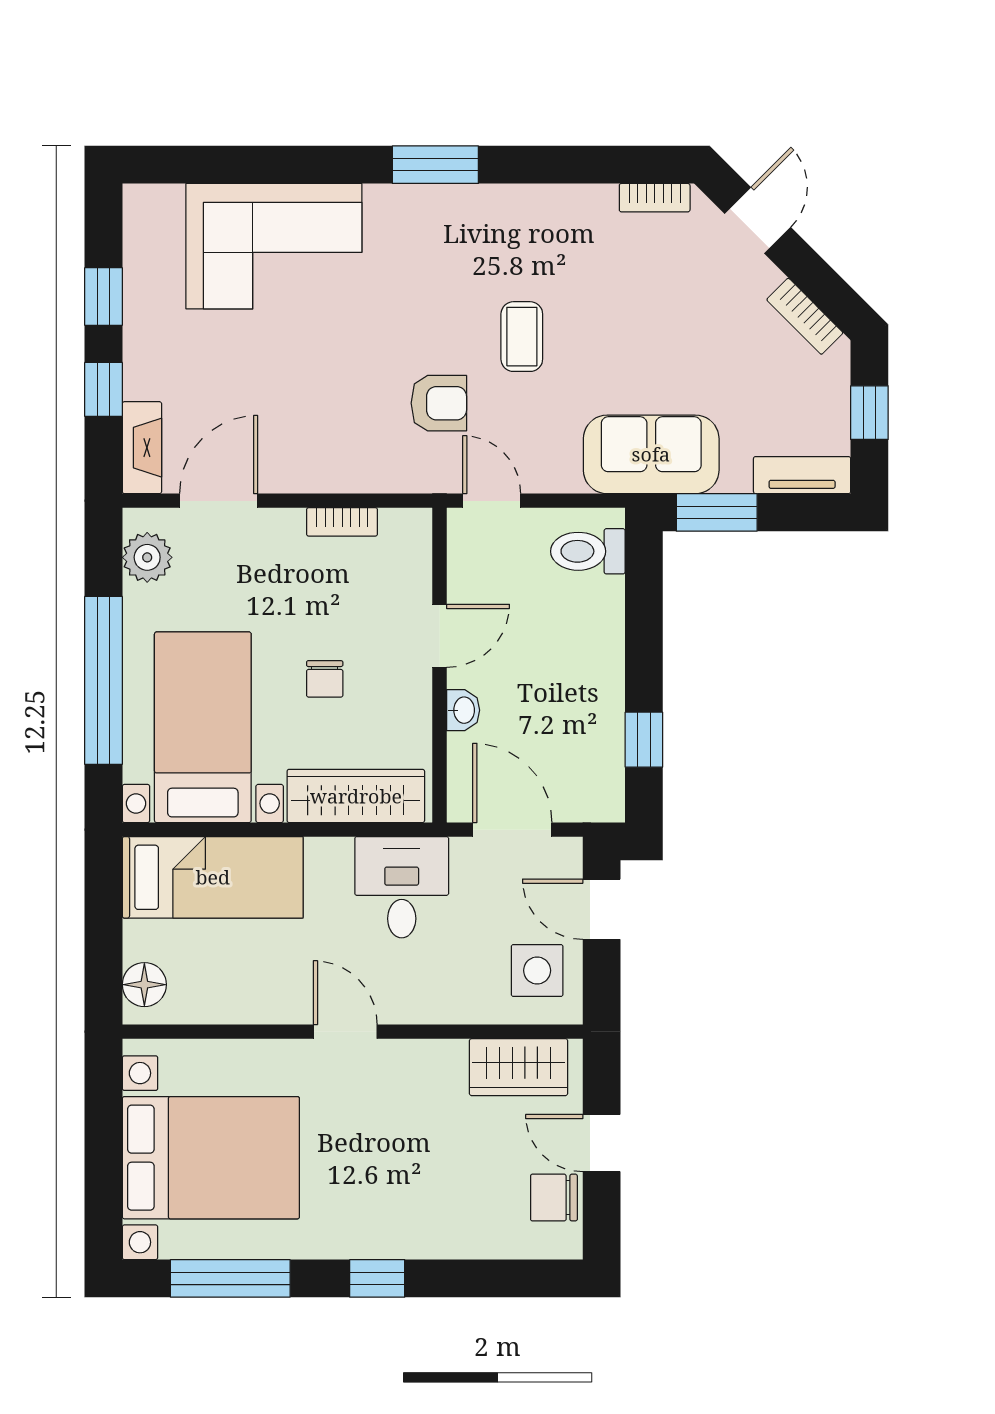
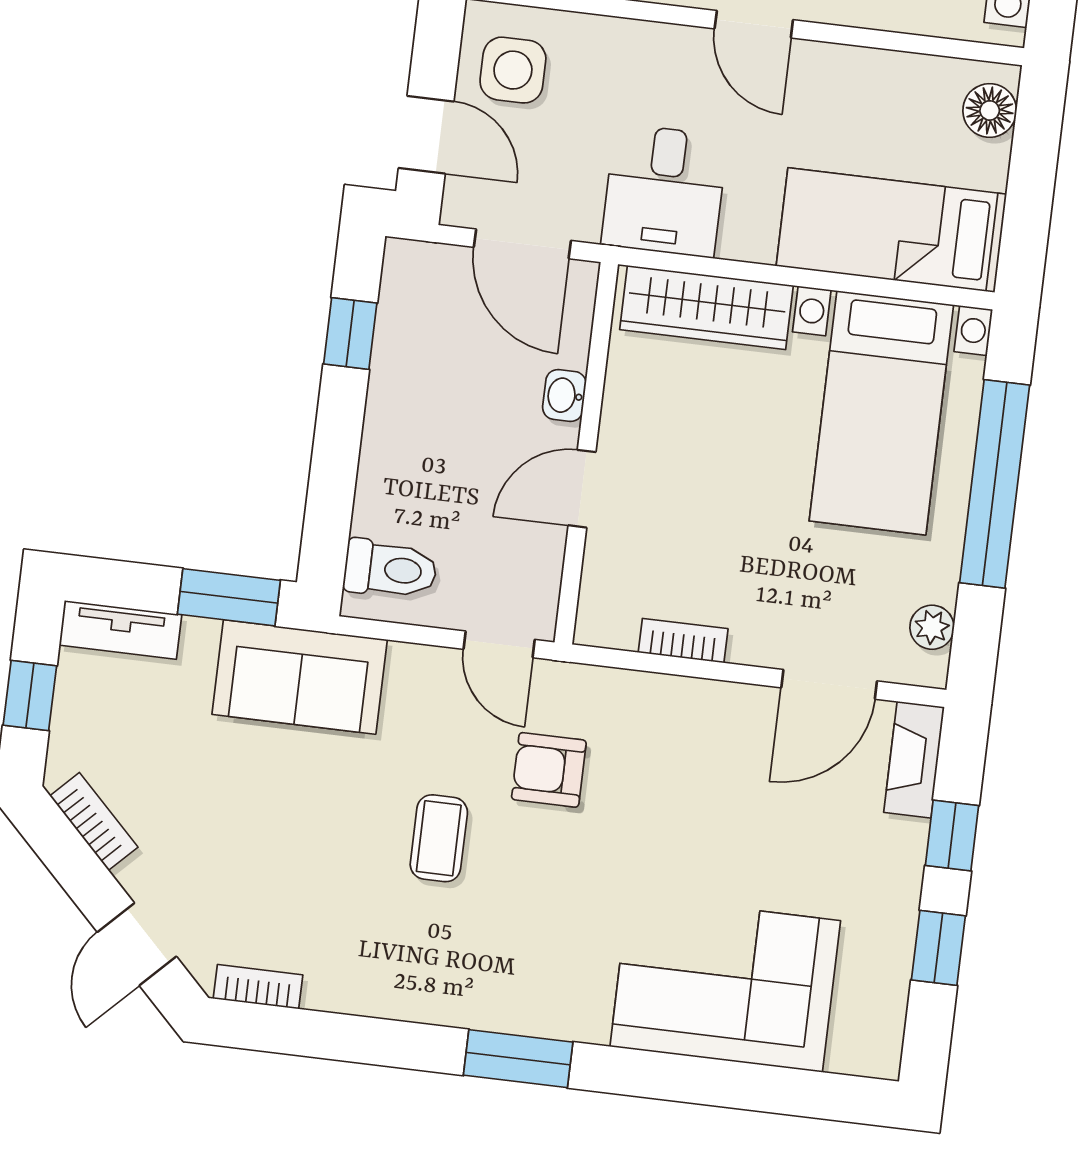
plant: (147, 557) -> (932, 627), width x0.73, depth x0.73
chair: (325, 679) -> (727, 453), removed

